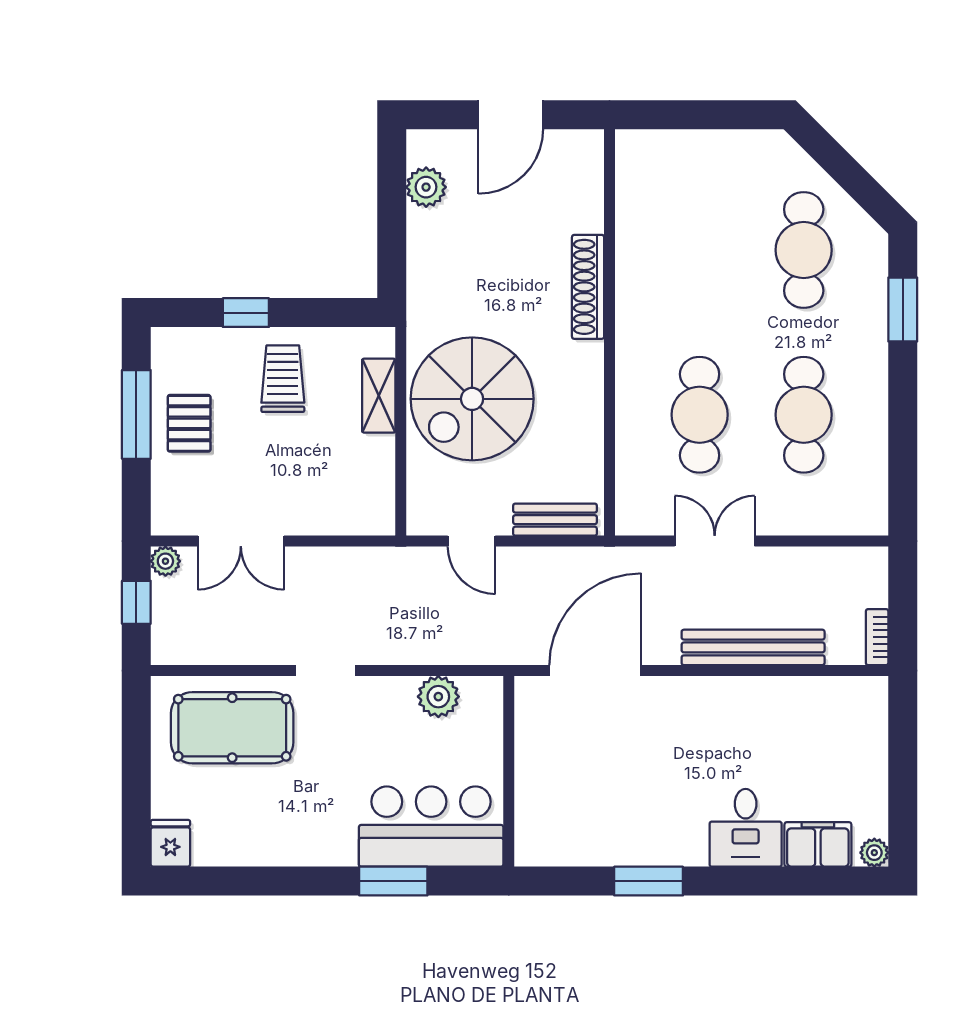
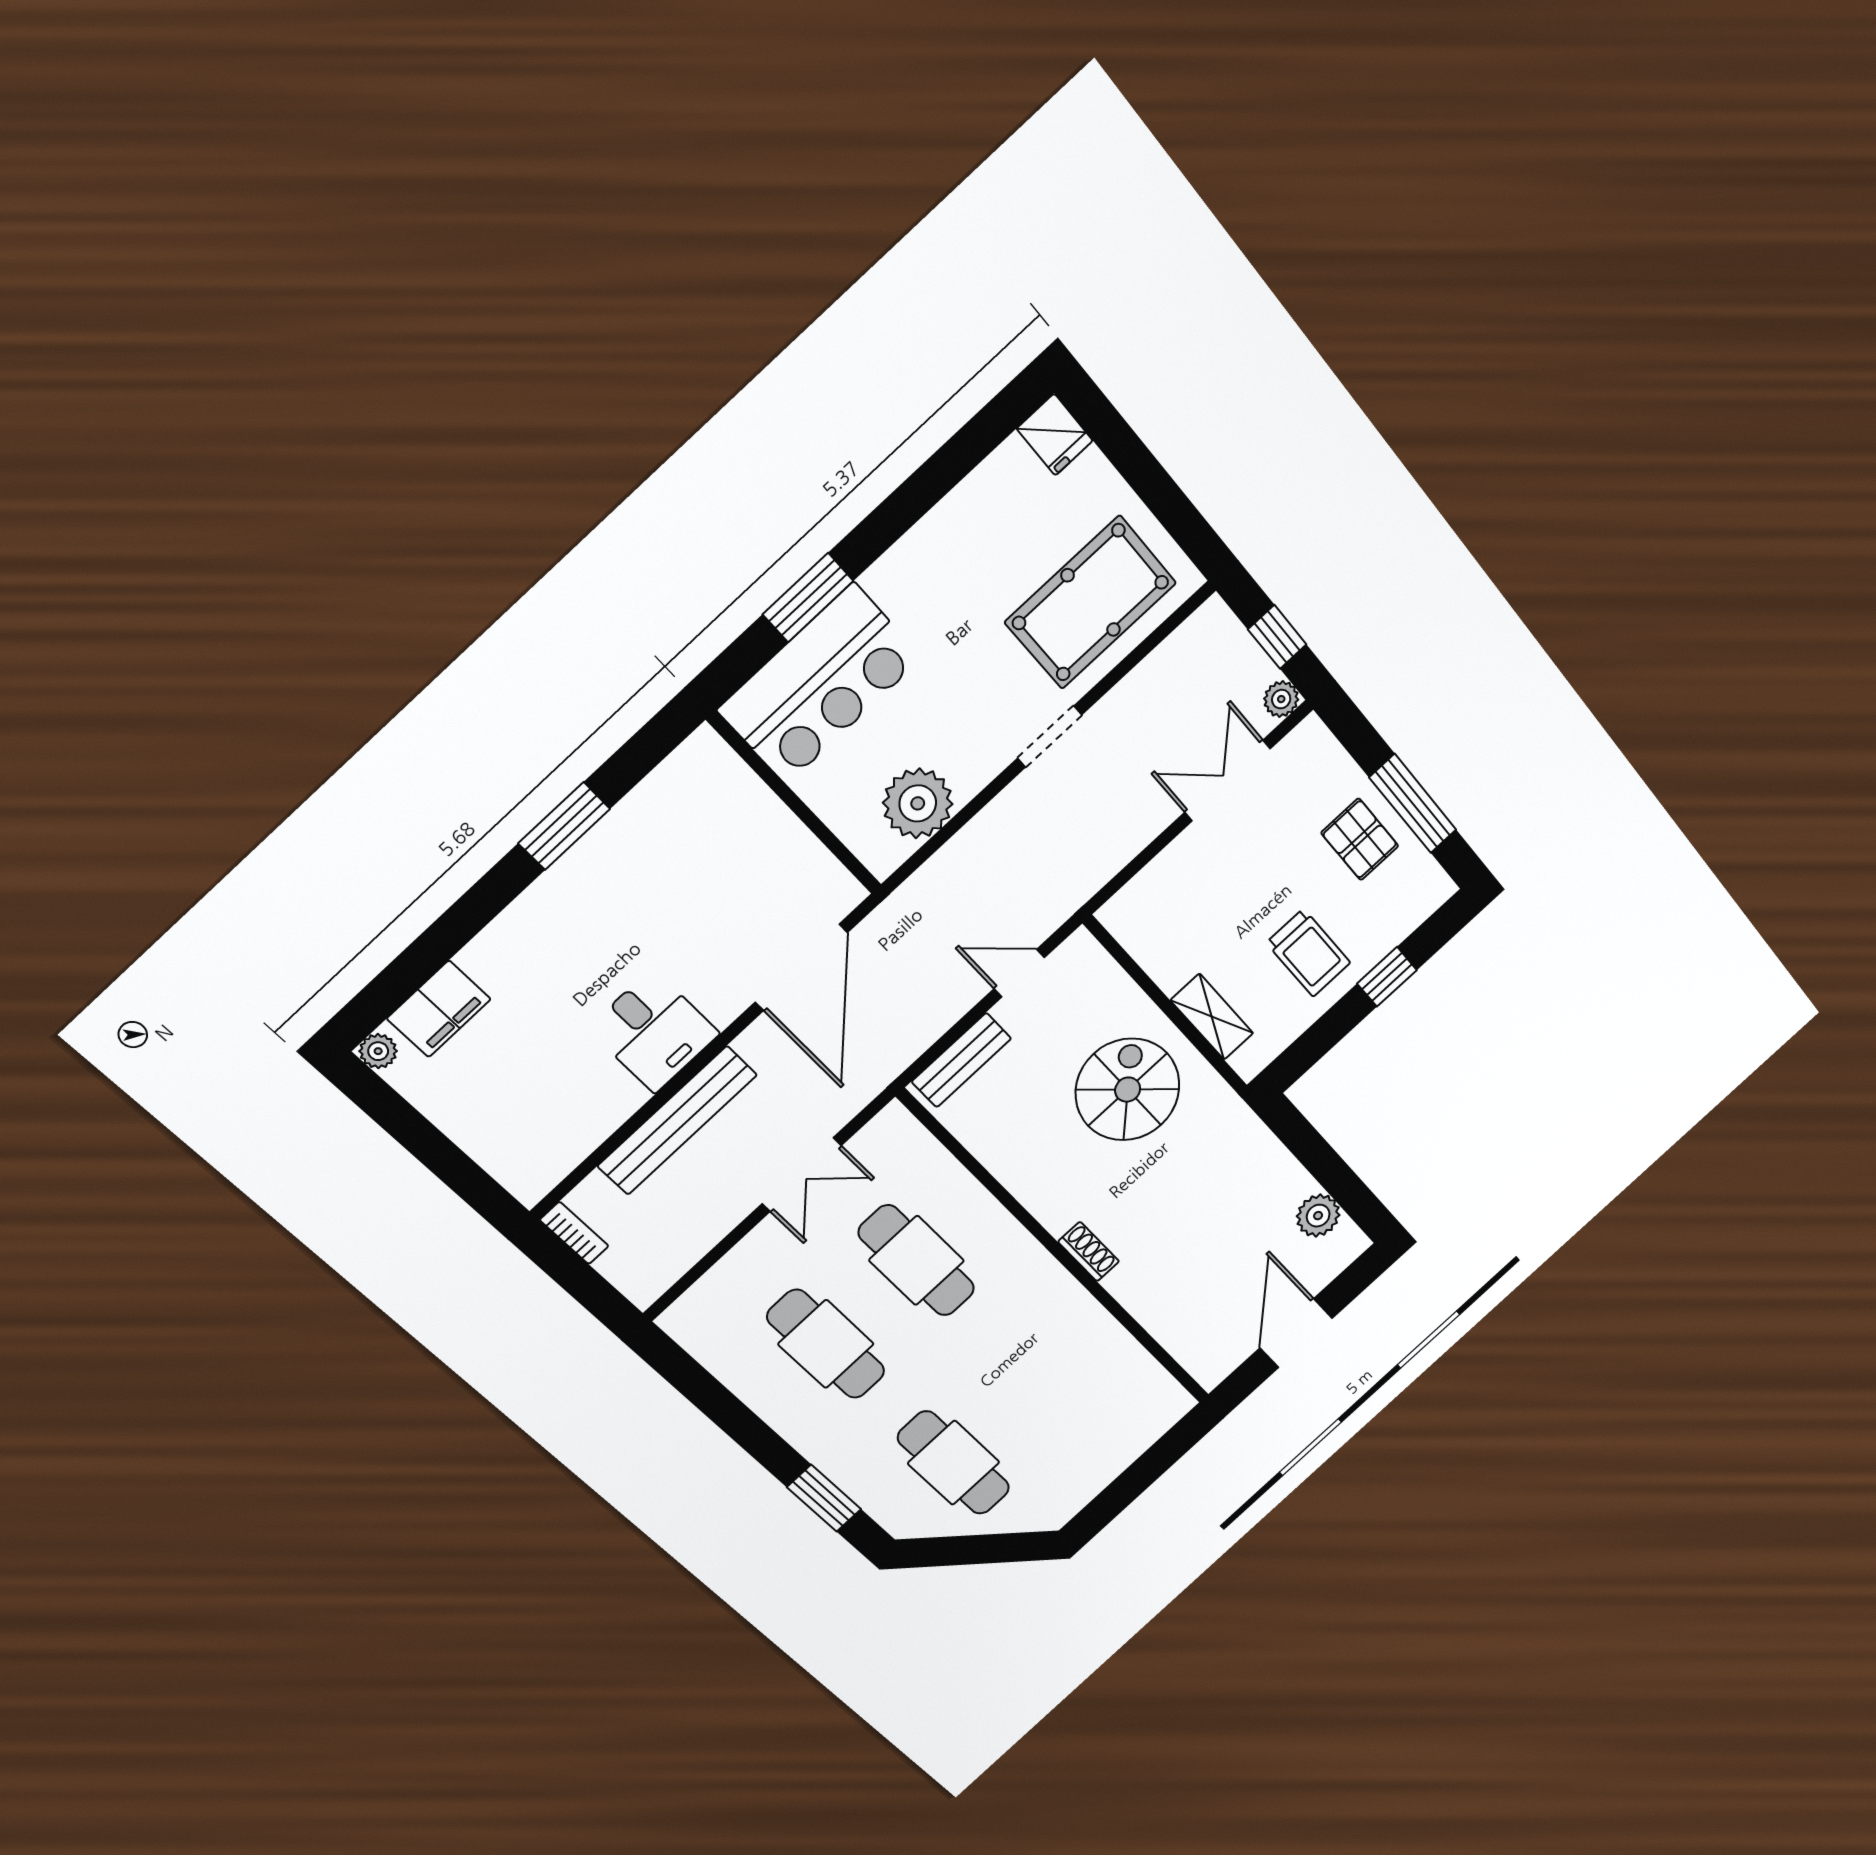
shoe rack: (588, 287) -> (1089, 1252), width x0.51, depth x0.81
spiral stairs: (472, 399) -> (1128, 1090), width x0.73, depth x0.73
plant: (438, 697) -> (918, 803), width x1.36, depth x1.36
desk: (746, 828) -> (654, 1031), moved, turned 180

